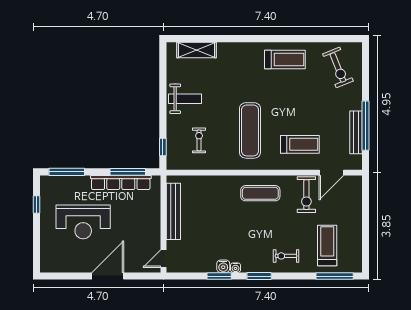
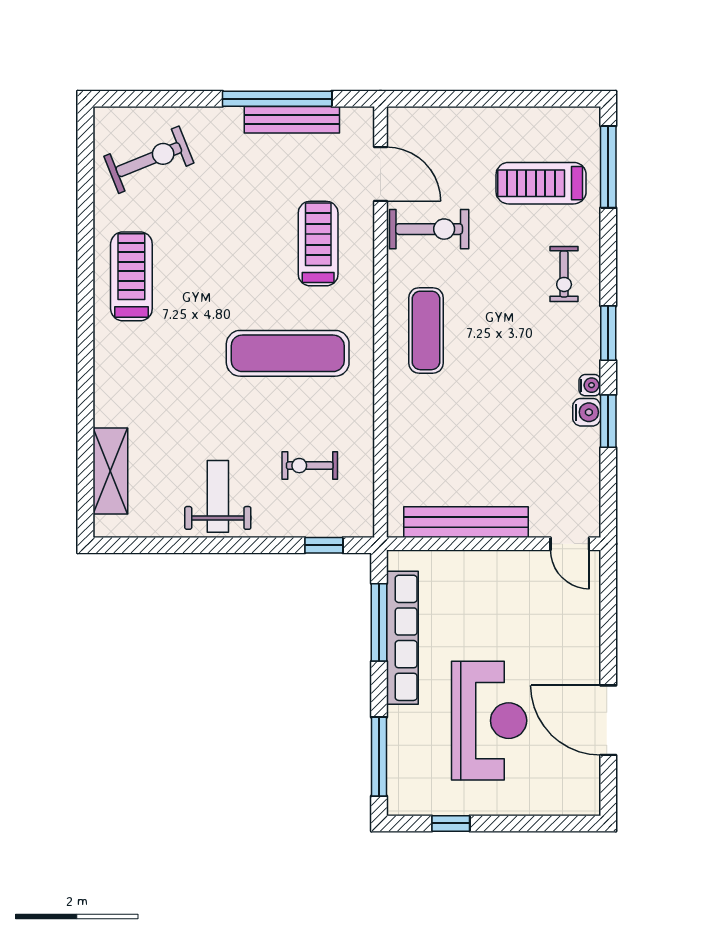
door: (108, 276) -> (608, 720), moved

